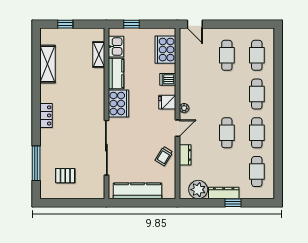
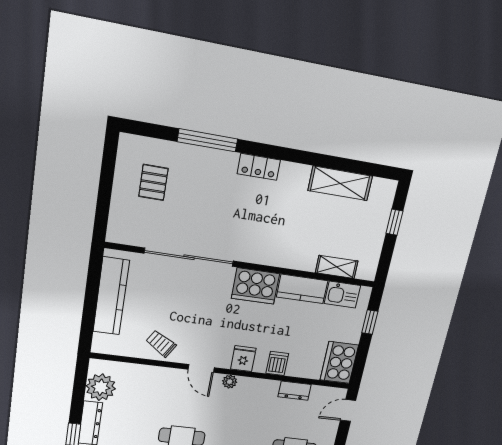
cooker: (165, 50) -> (339, 363), moved, turned -90
dresser: (185, 155) -> (295, 391), moved
window: (36, 163) -> (207, 140), moved

